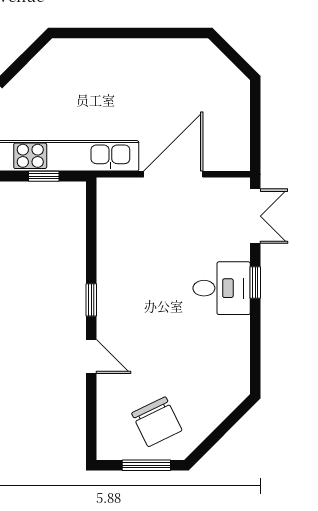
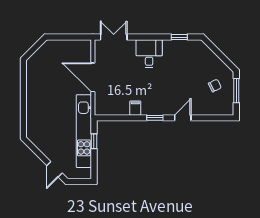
filing cabinet: (111, 260) -> (135, 108), added
window: (255, 283) -> (179, 37), moved
chair: (157, 422) -> (215, 86), width x0.54, depth x0.54

